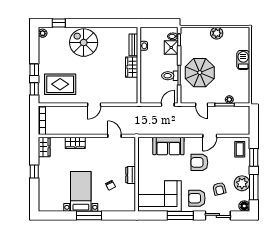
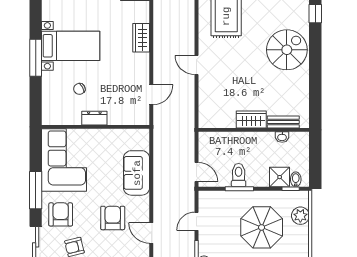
plant: (217, 33) -> (300, 216), moved
parasol: (200, 73) -> (262, 227), moved

